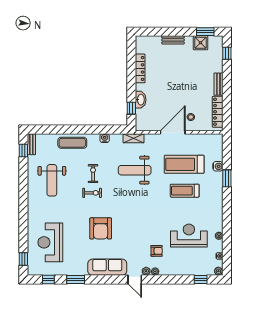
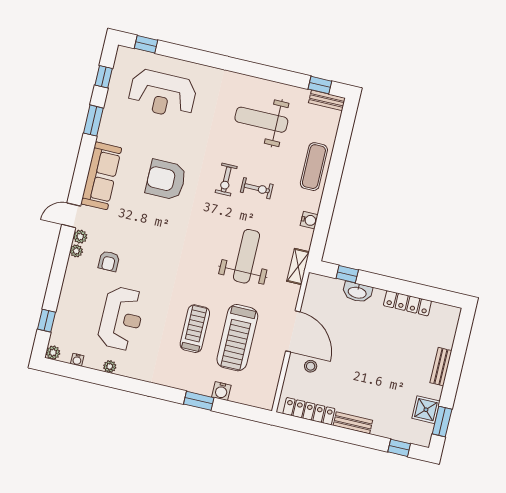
treadmill: (184, 164) -> (237, 338), turned 180
reception desk: (50, 242) -> (163, 94), turned 180

